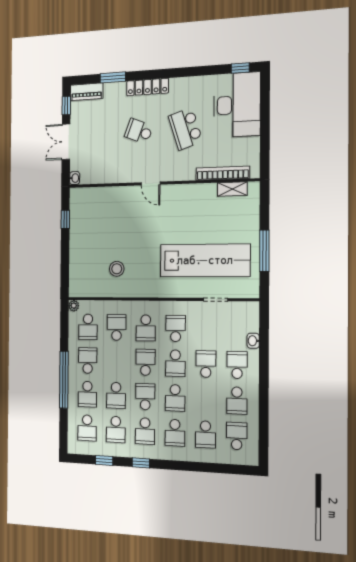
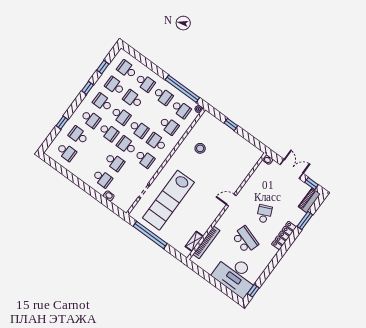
school desk: (185, 129) -> (245, 240), turned 36
school desk: (139, 131) -> (264, 214), turned -45
window: (65, 219) -> (231, 124), moved
window: (264, 251) -> (150, 235), width x1.46
school desk: (88, 327) -> (181, 109), turned 180
window: (64, 380) -> (182, 89), moved
school desk: (87, 394) -> (145, 83), turned 180
school desk: (175, 398) -> (109, 132), turned 180
school desk: (237, 401) -> (84, 165), removed
school desk: (175, 433) -> (91, 119), turned 180
window: (204, 467) -> (62, 123), added

